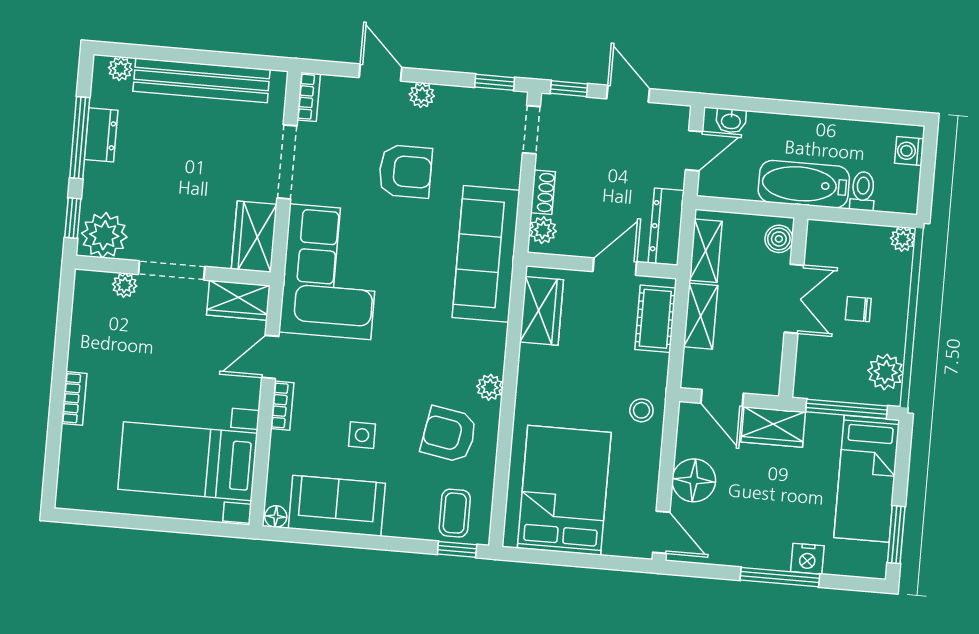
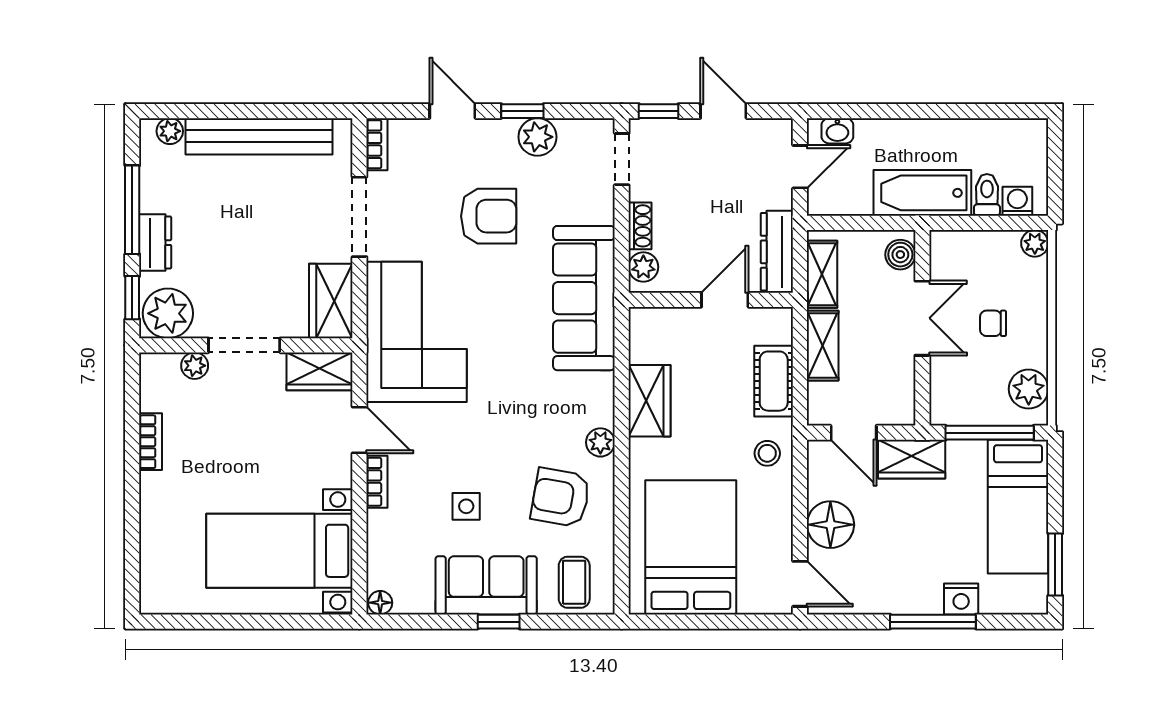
window: (495, 82) -> (522, 111), moved
plant: (422, 95) -> (537, 137), moved, width x1.38, depth x1.38
dresser: (101, 135) -> (155, 243), moved
washing machine: (909, 151) -> (1017, 201), moved, turned 90
wardrobe: (542, 311) -> (649, 401), moved
cot: (655, 319) -> (774, 381), moved
door: (270, 357) -> (359, 430), swing flipped
bookcase: (74, 398) -> (151, 442), moved
sofa: (337, 506) -> (486, 585), moved
window: (457, 549) -> (499, 622), moved

